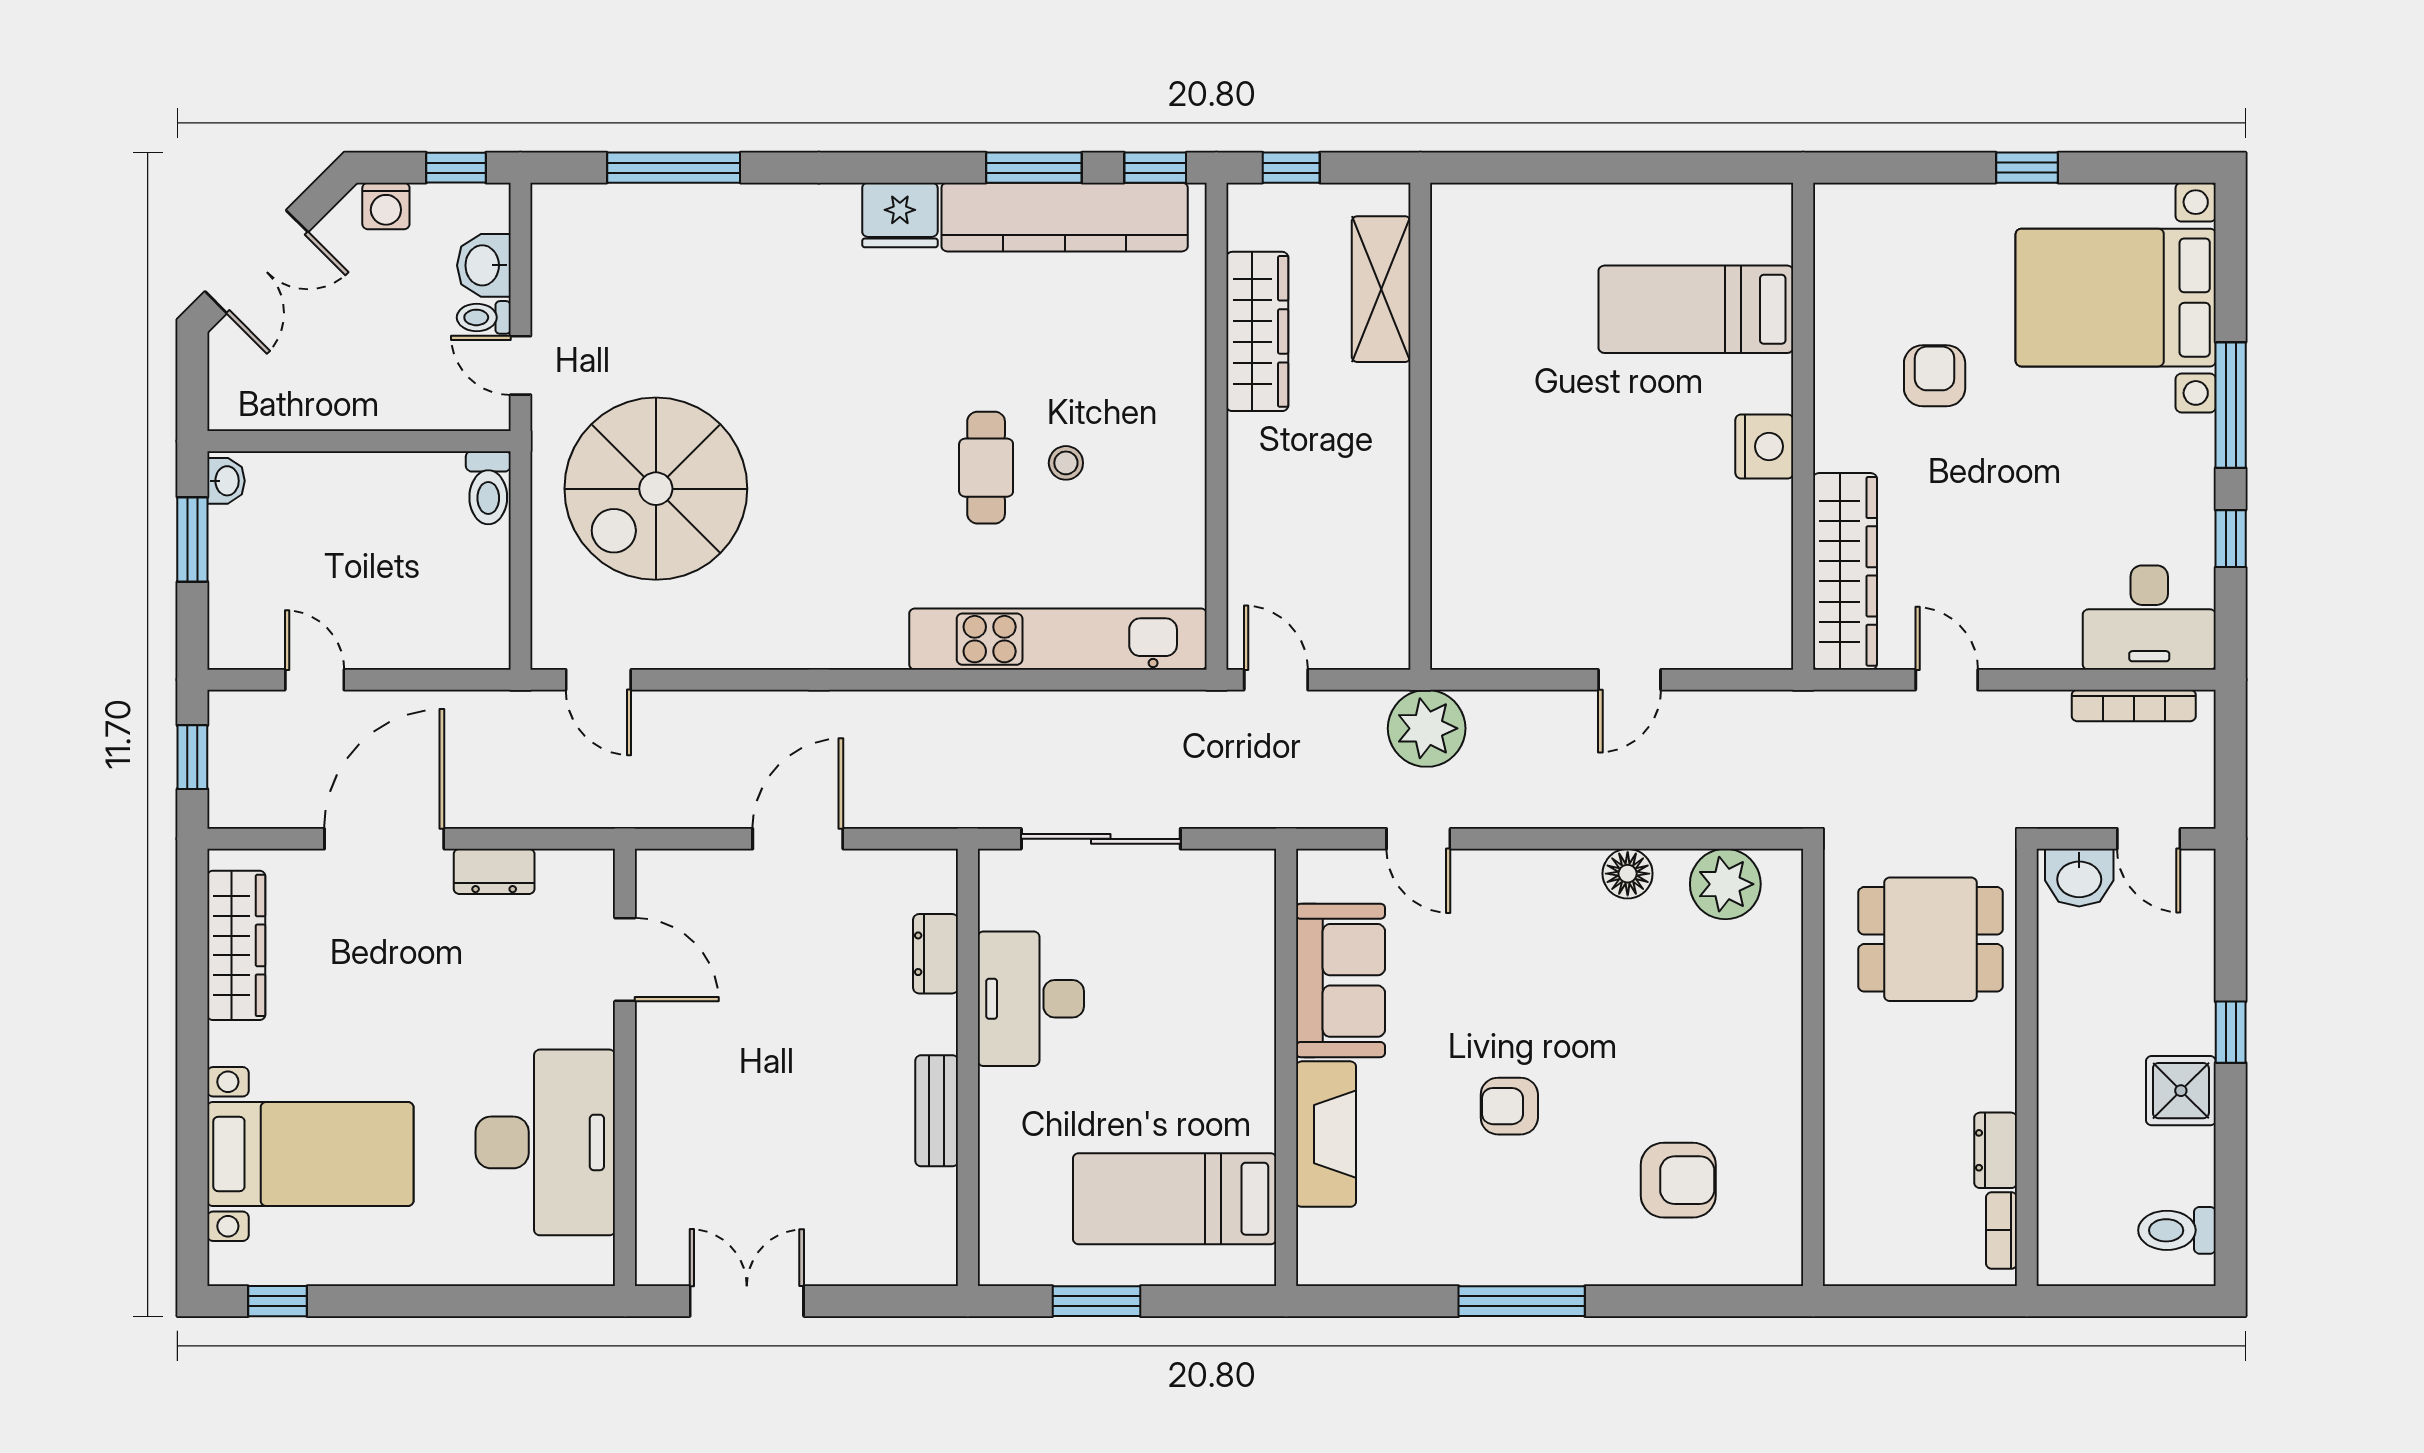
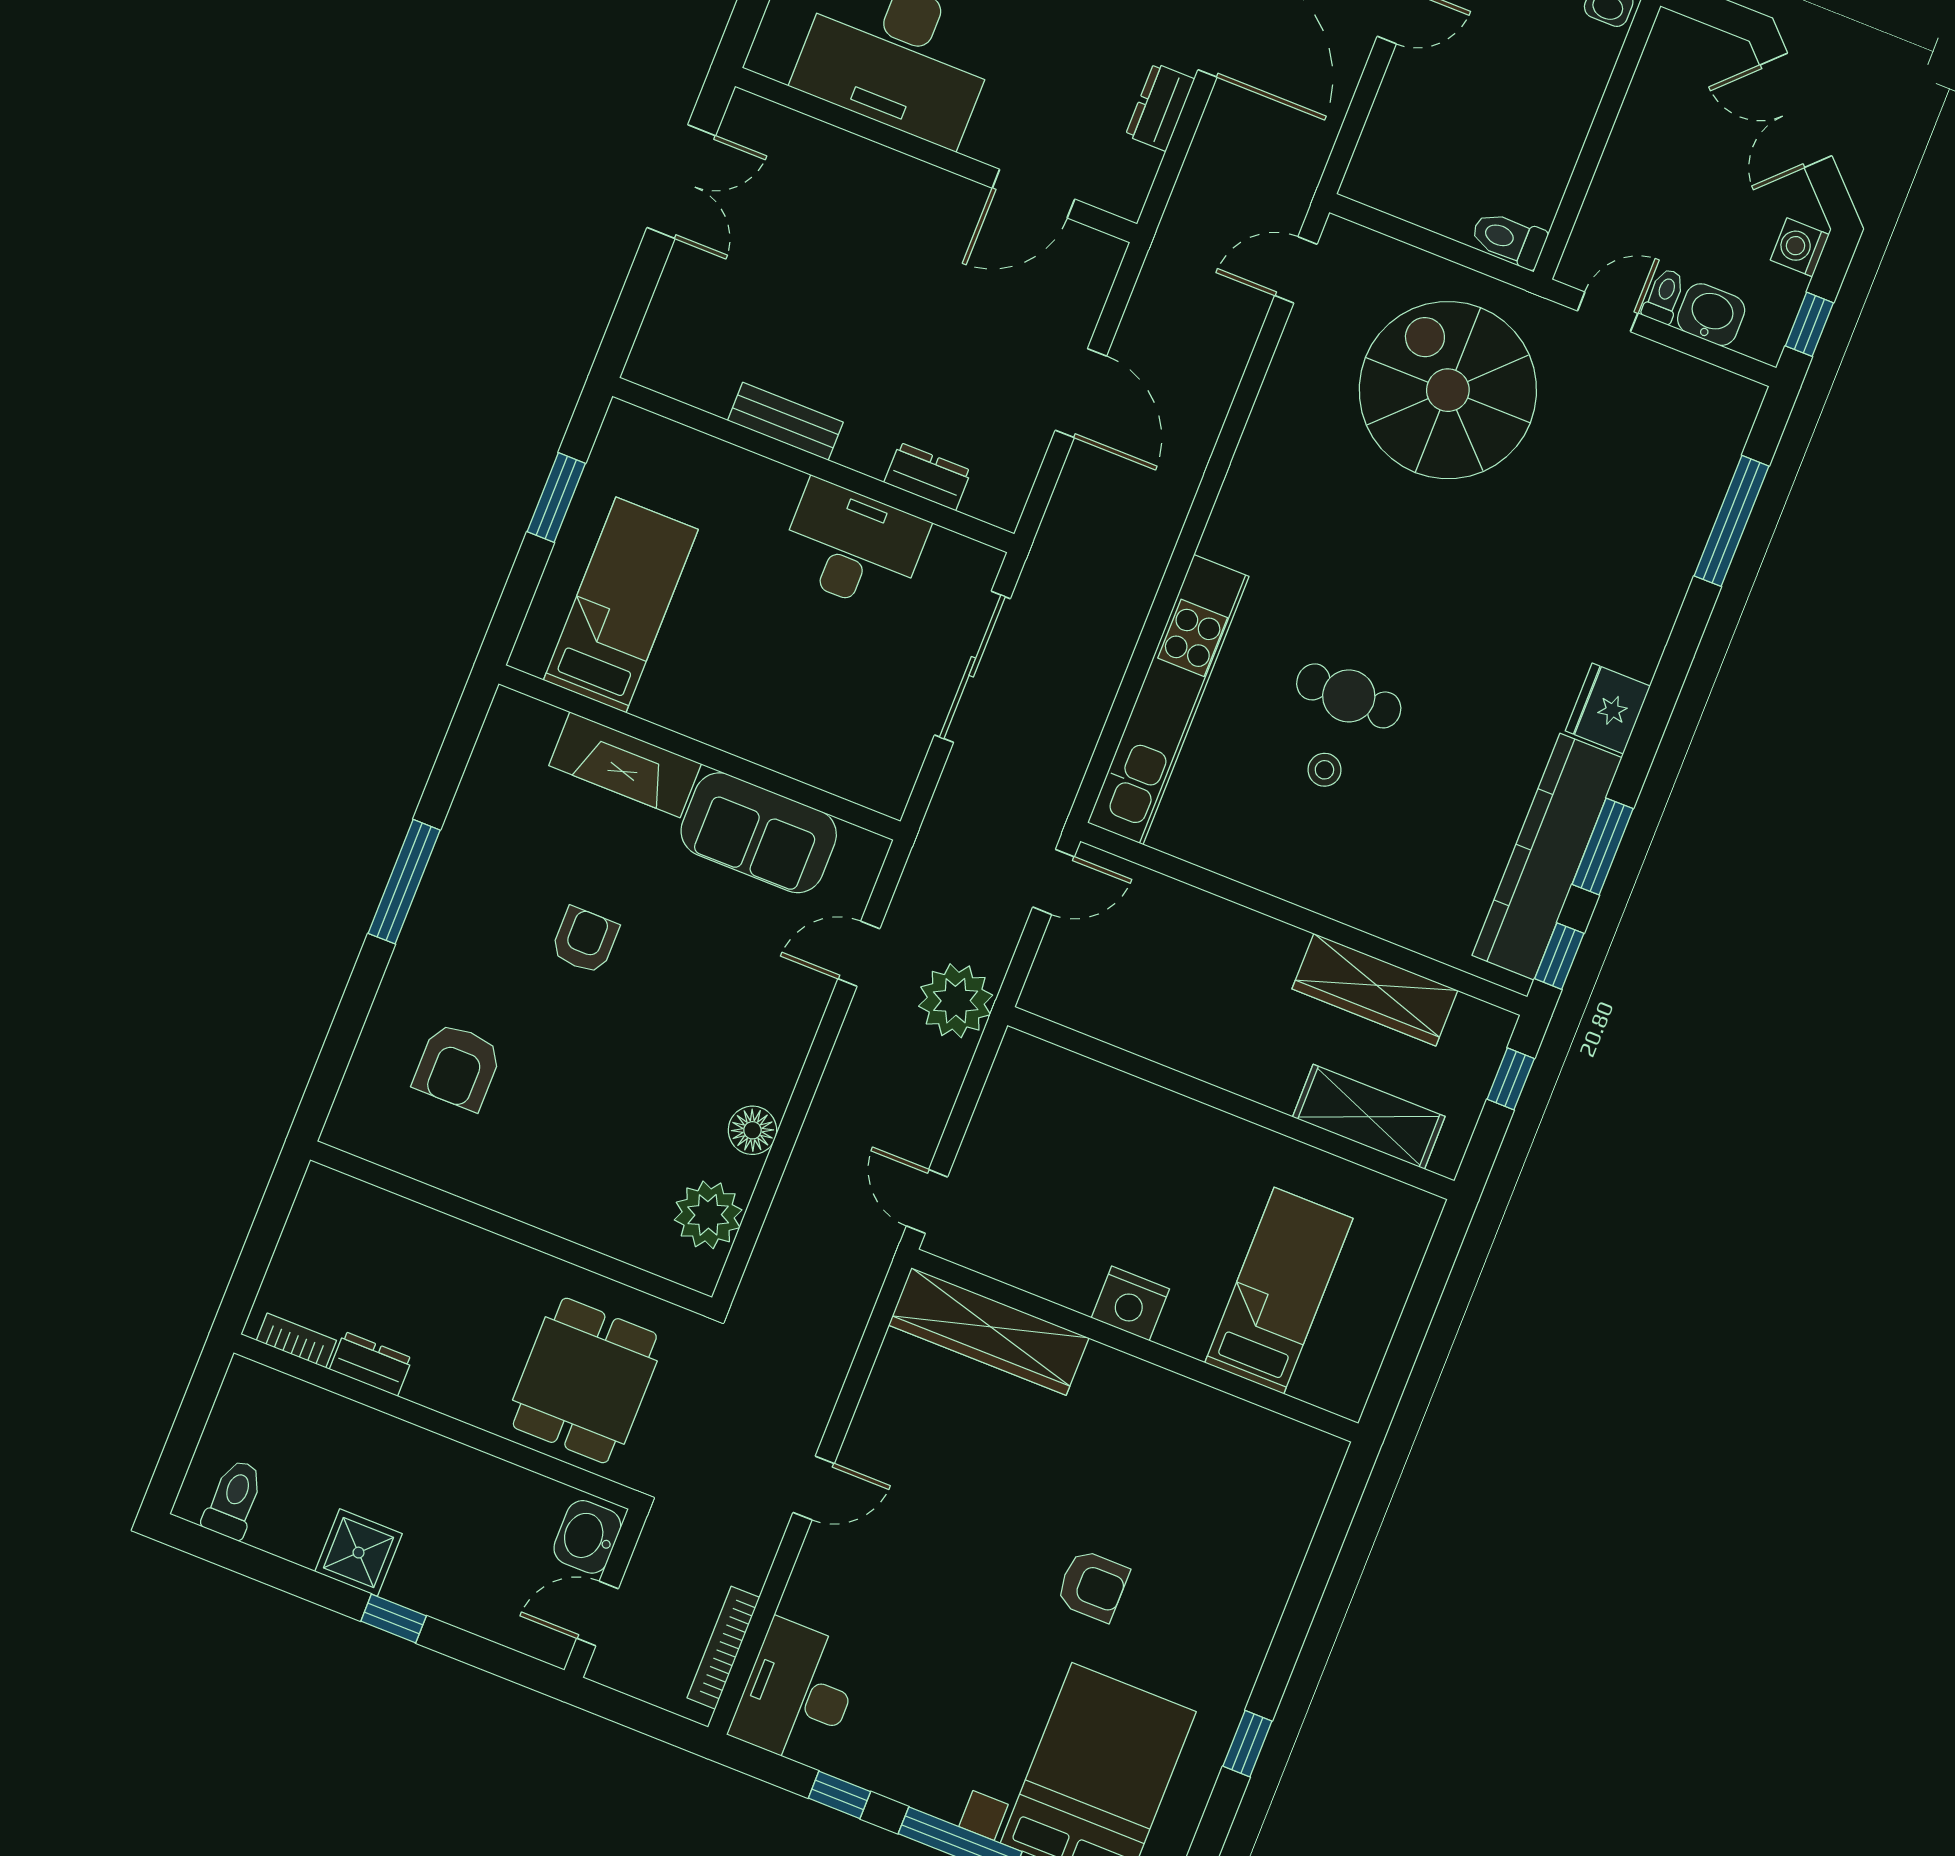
bed: (1696, 309) -> (1279, 1291), moved
wall: (1803, 426) -> (1135, 1346), moved
nightstand: (1764, 446) -> (1130, 1303), moved
wardrobe: (1845, 571) -> (989, 1331), moved

